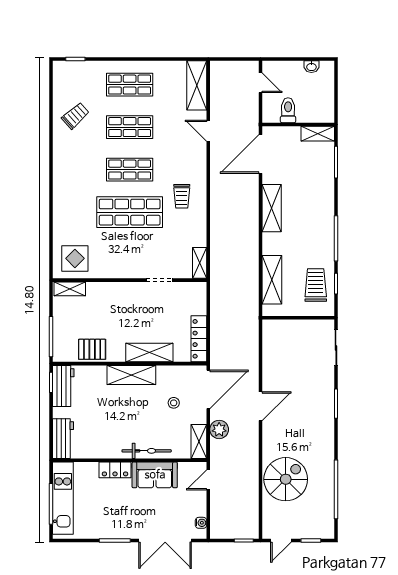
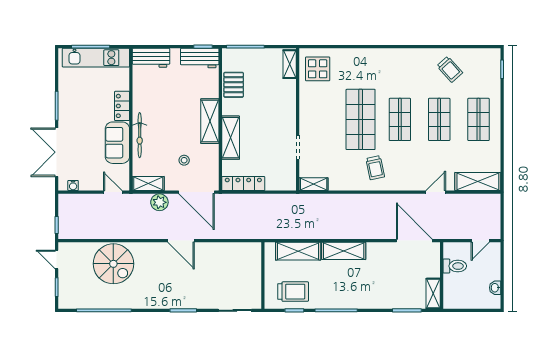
trolley: (182, 196) -> (375, 168), turned -102
shelving: (272, 208) -> (344, 251), moved

